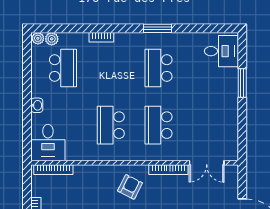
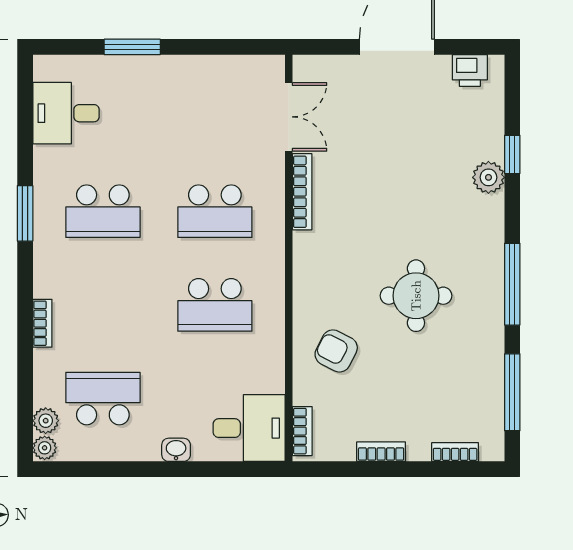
desk: (221, 51) -> (66, 113), moved, turned -90
bookcase: (53, 170) -> (302, 431), width x0.64
armchair: (130, 187) -> (336, 351), moved

